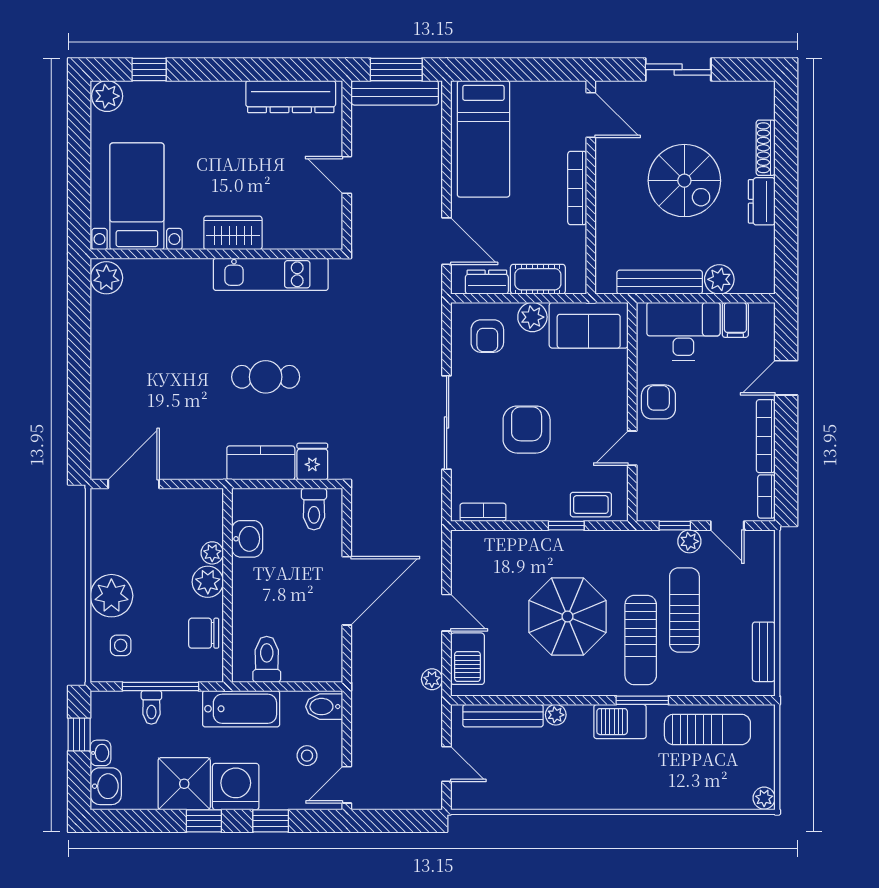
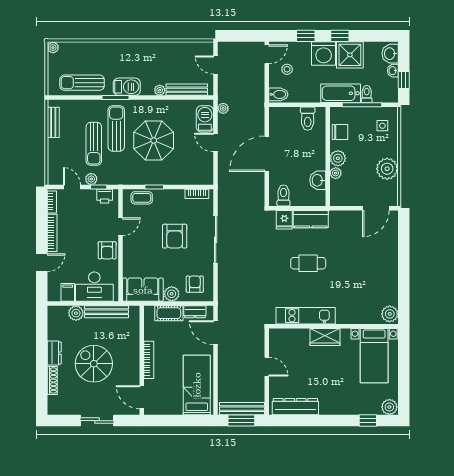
printer: (663, 508) -> (105, 196), added
plant: (111, 596) -> (387, 169), moved
bathtub: (241, 709) -> (341, 93), moved

